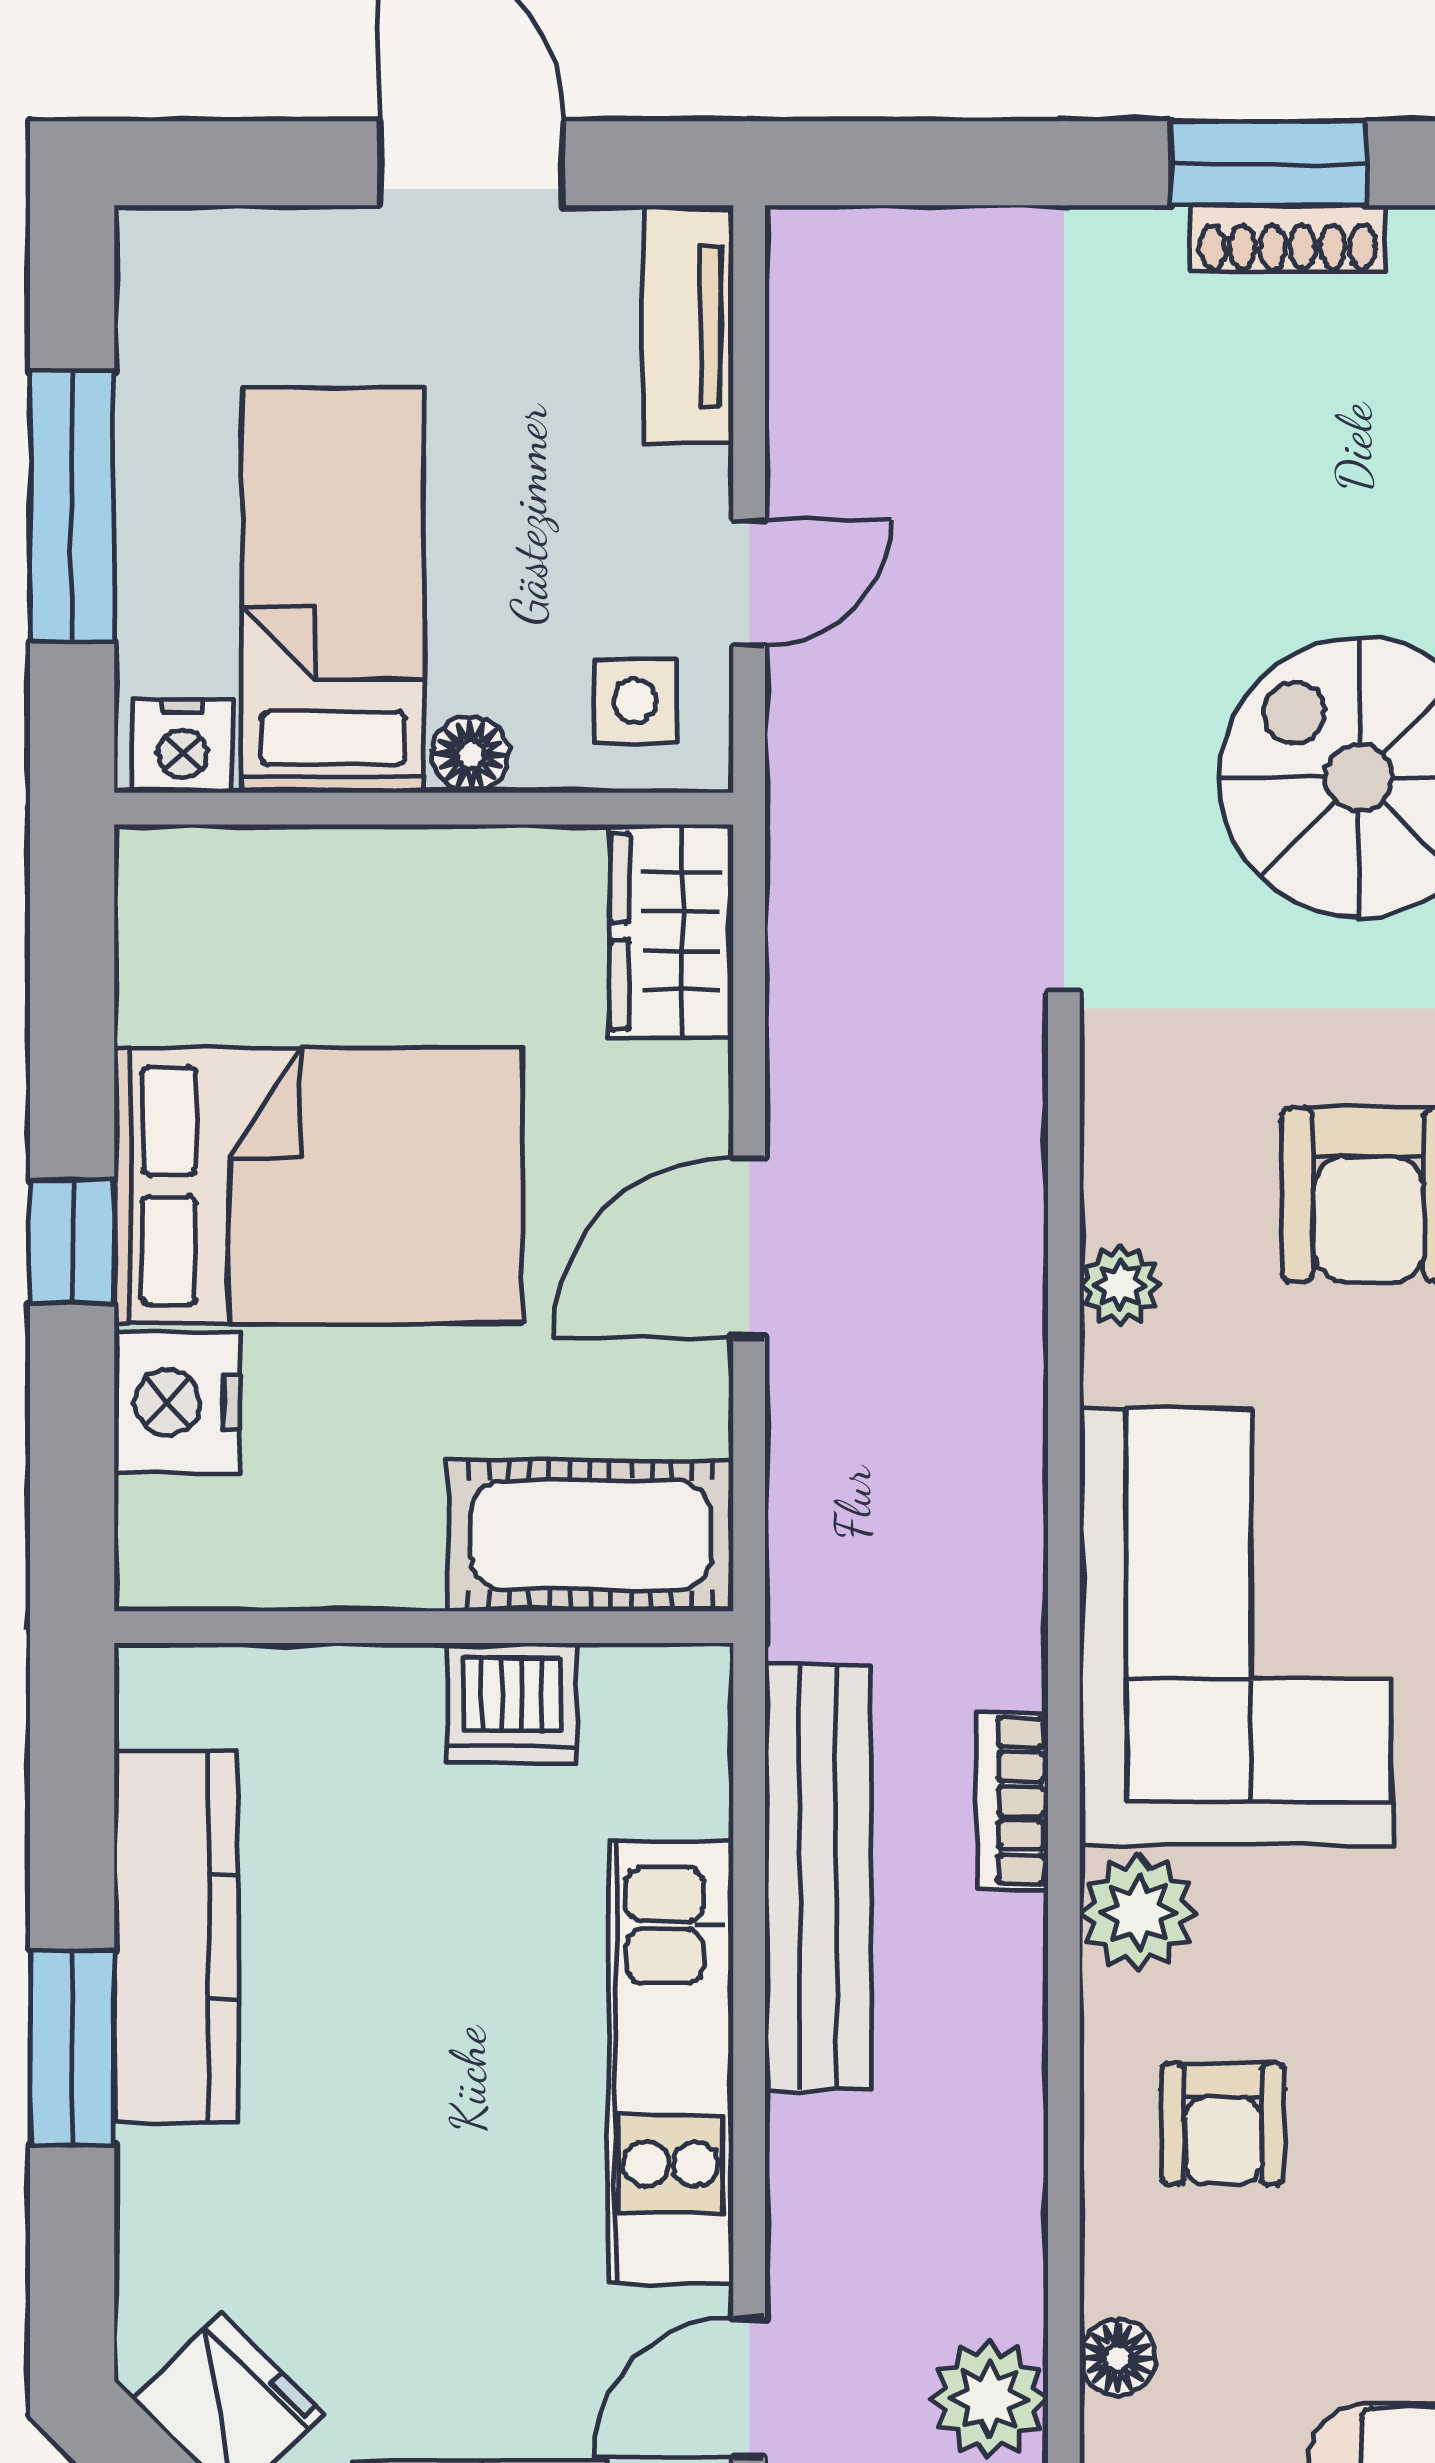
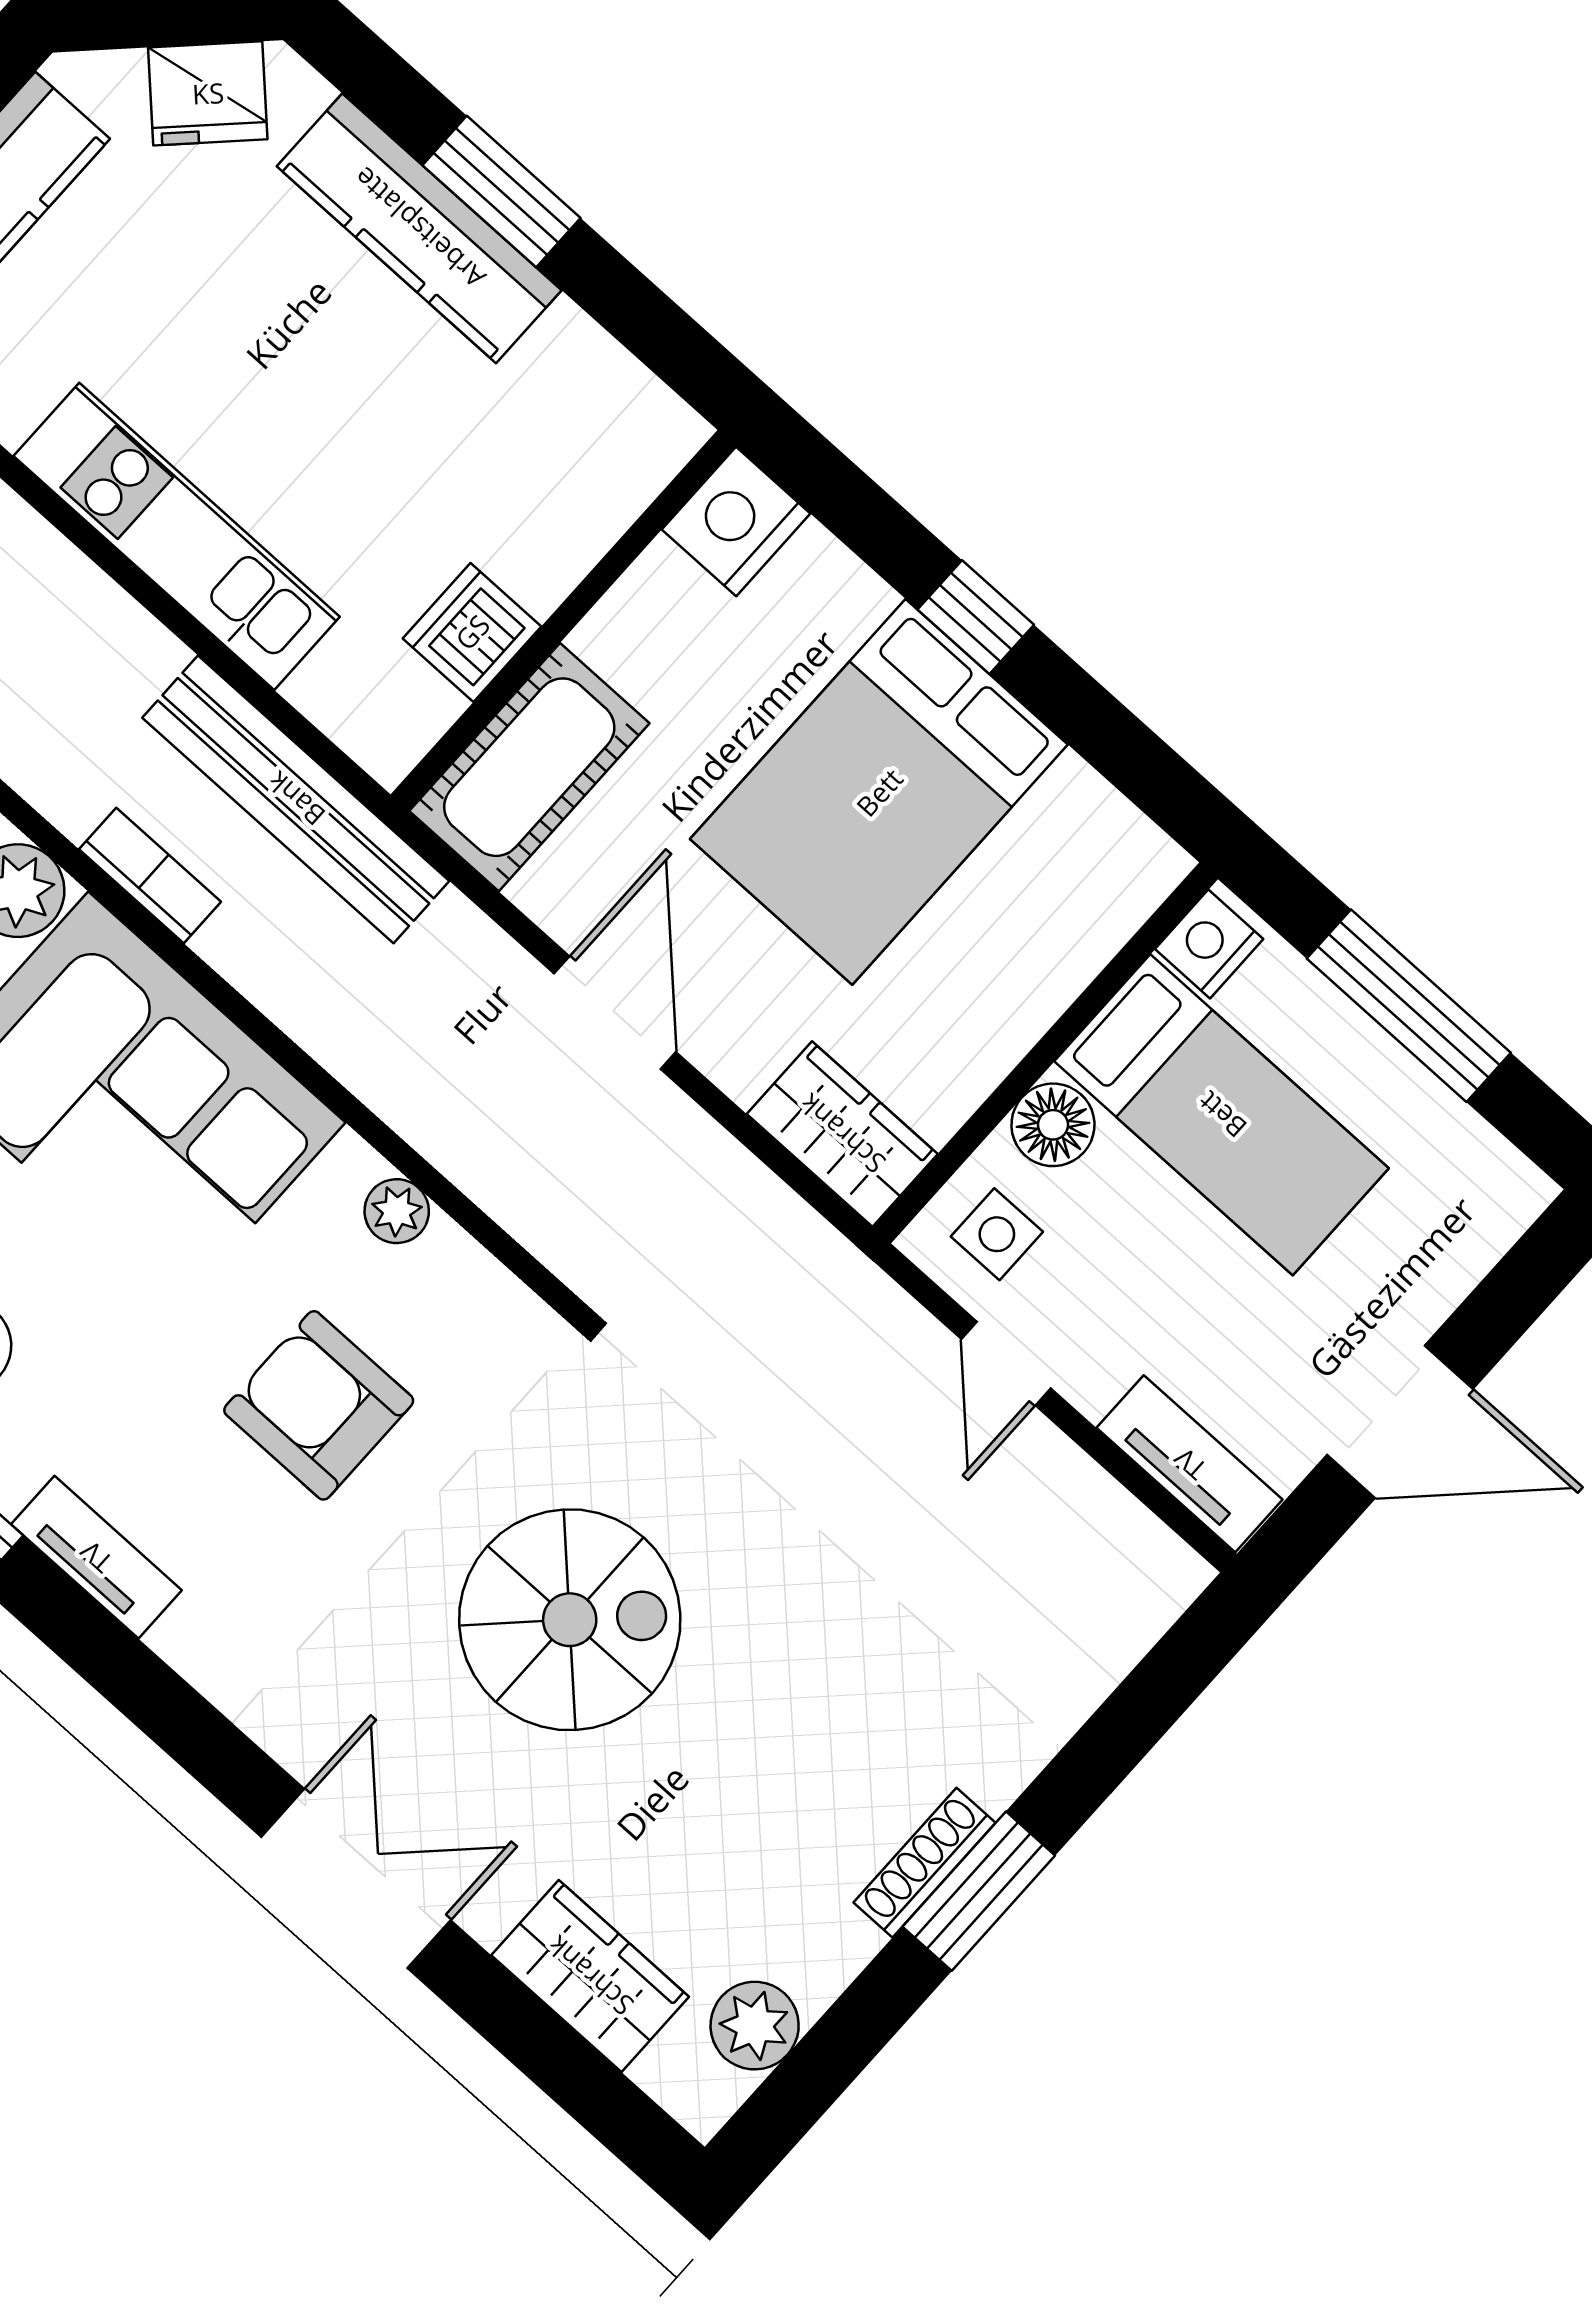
floor lamp: (471, 755) -> (1053, 1125), width x1.37, depth x1.37
nightstand: (177, 1402) -> (736, 522), moved, turned -90
bench: (818, 1877) -> (296, 799), moved
kitchen counter: (176, 1937) -> (419, 228), moved

